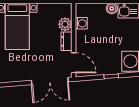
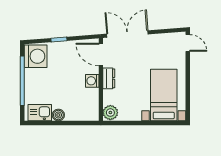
washing machine: (81, 23) -> (92, 81), moved
plant: (65, 24) -> (110, 113), moved

